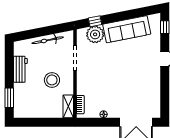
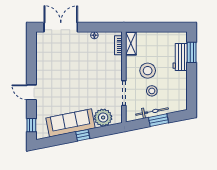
window: (95, 21) -> (83, 135), moved
window: (41, 32) -> (159, 120), added
stool: (48, 60) -> (152, 91), added
workbench: (20, 69) -> (180, 57), moved

